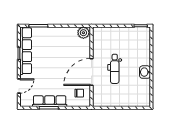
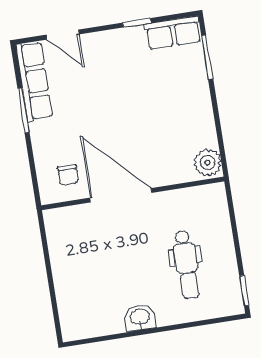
row of seats: (26, 51) -> (173, 33), width x0.50
dental chair: (115, 69) -> (187, 265), moved, turned -90
row of seats: (50, 101) -> (34, 81), moved

